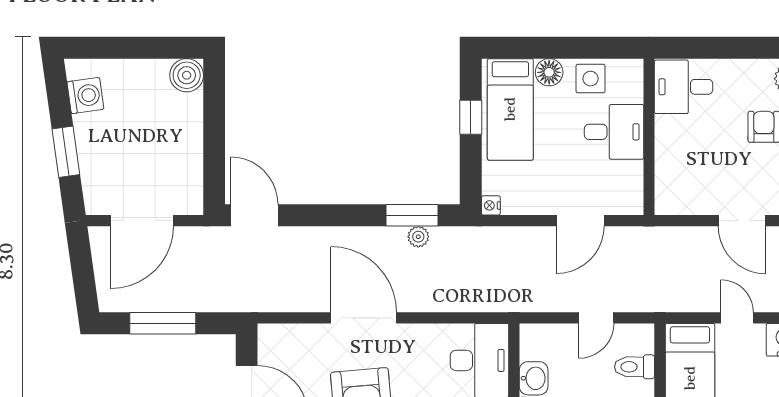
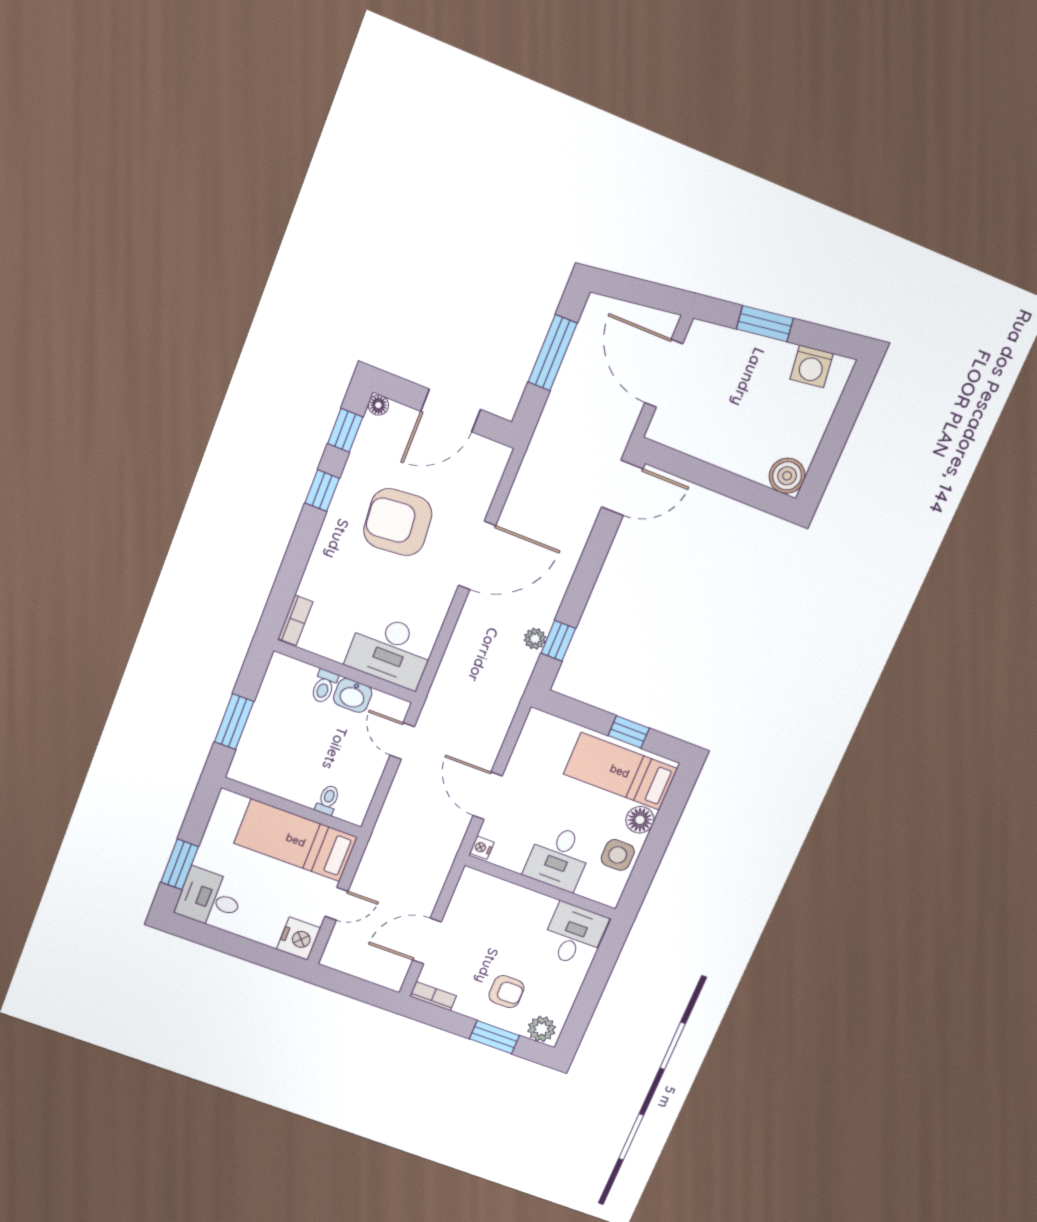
nightstand: (491, 205) -> (482, 848), moved, turned -90
window: (412, 215) -> (558, 641), width x0.67
door: (596, 318) -> (402, 741), moved
toilet: (635, 367) -> (328, 800), width x0.73, depth x0.72

